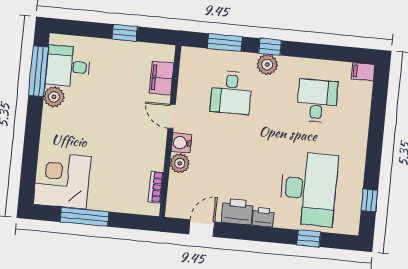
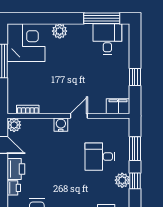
filing cabinet: (162, 78) -> (118, 106), moved
plant: (54, 97) -> (60, 31), moved
plant: (180, 163) -> (14, 125), moved

